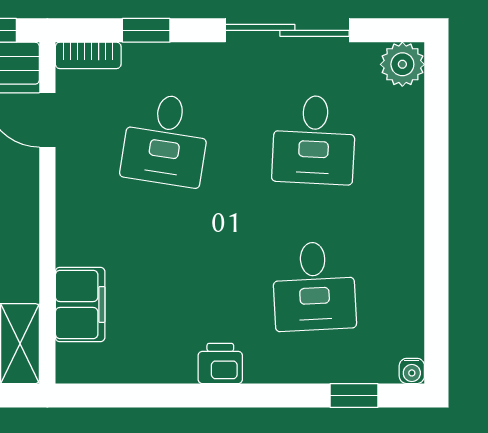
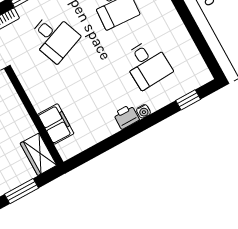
desk: (166, 140) -> (54, 37), turned -30
water cooler: (412, 371) -> (143, 111), moved

